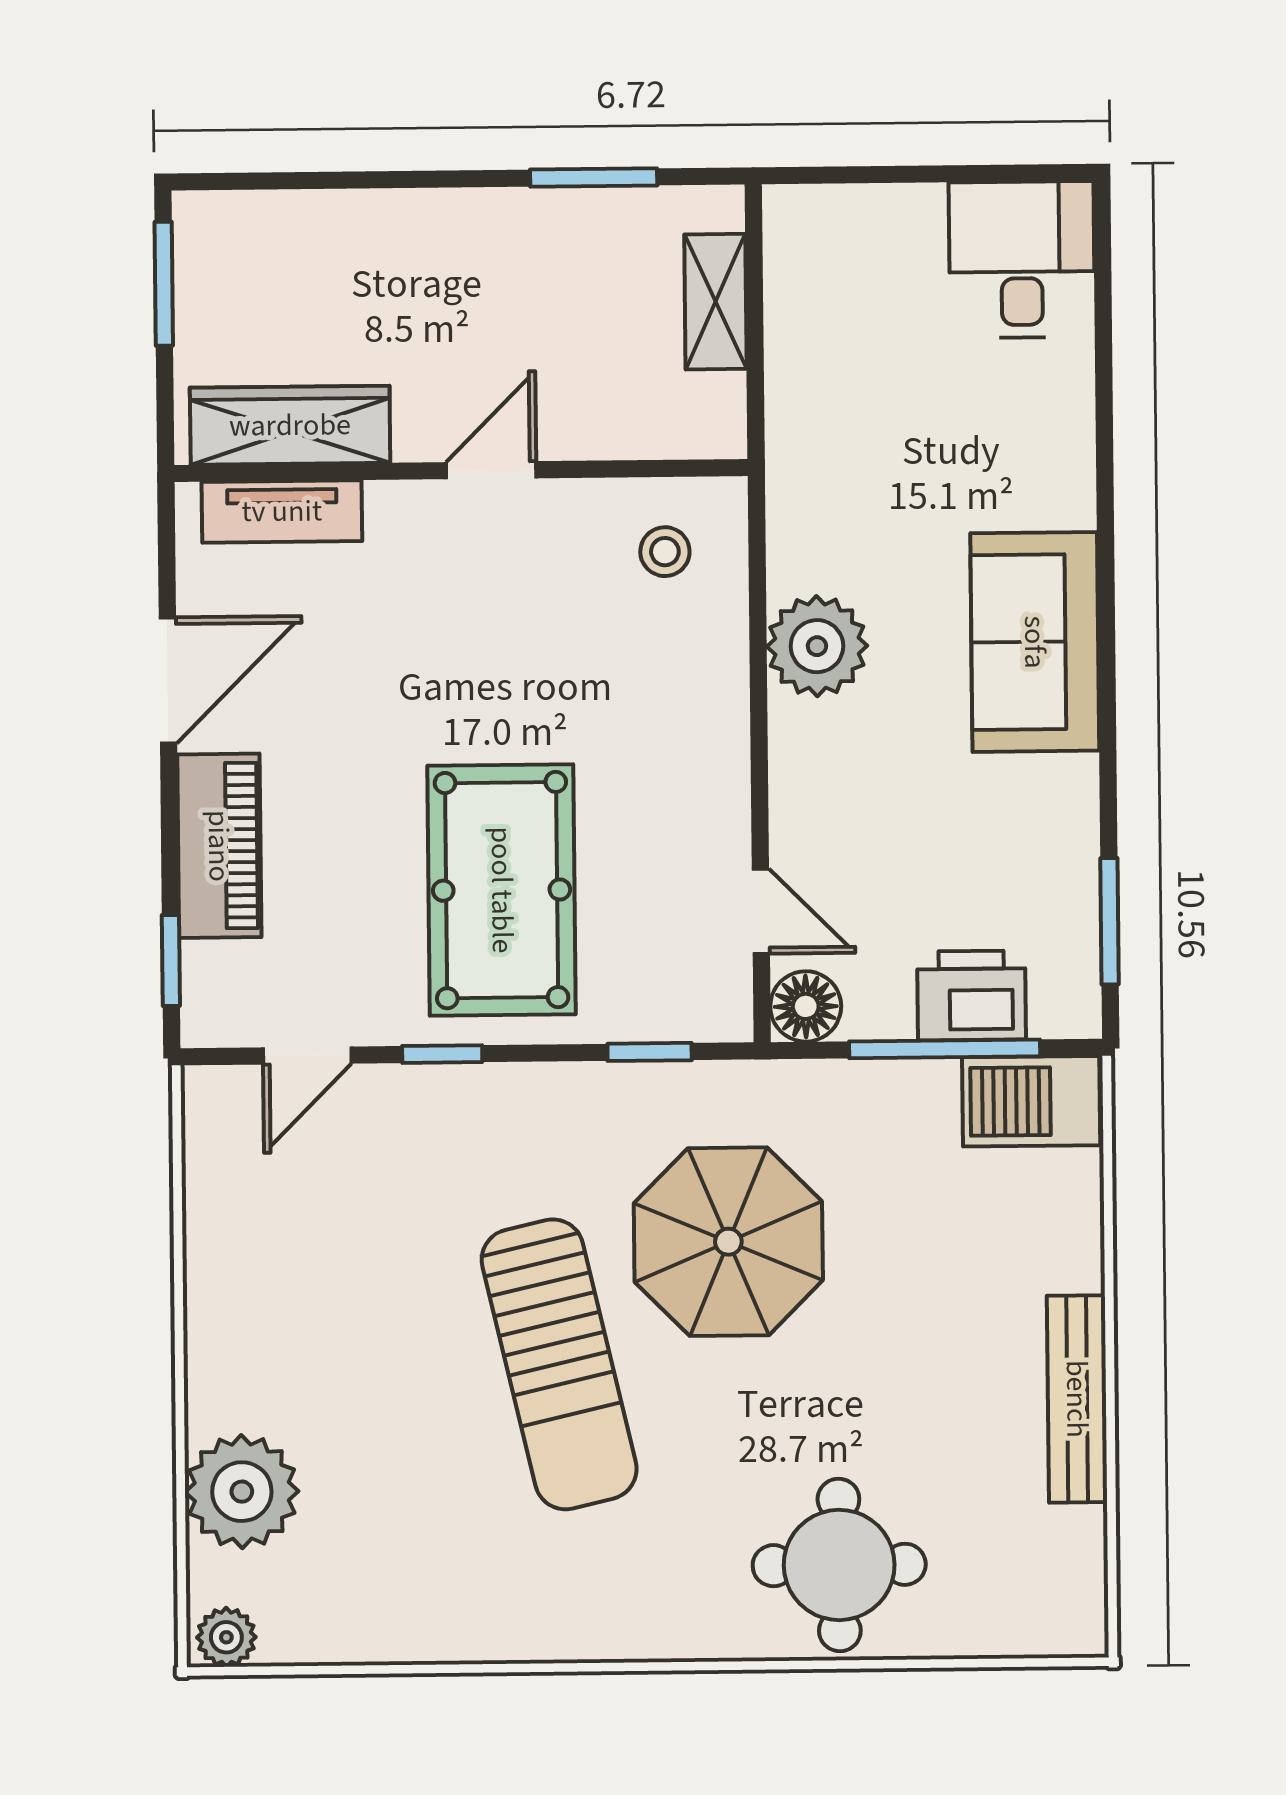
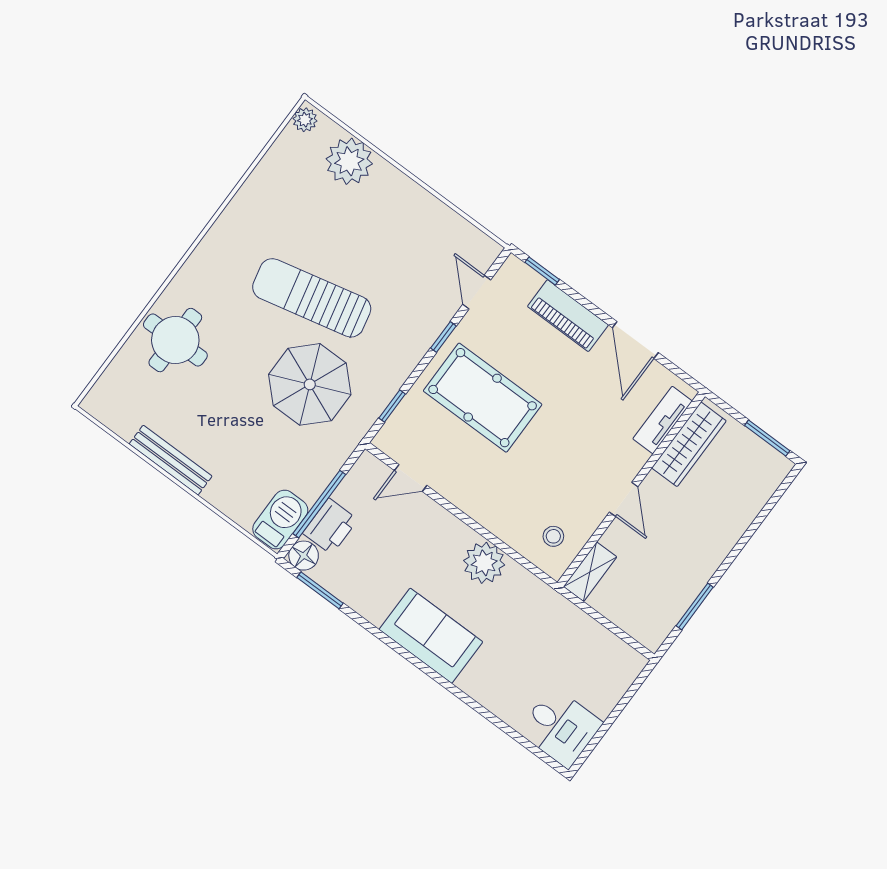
shelving: (715, 302) -> (590, 572), moved, turned 90
floor lamp: (806, 1006) -> (304, 556), moved

